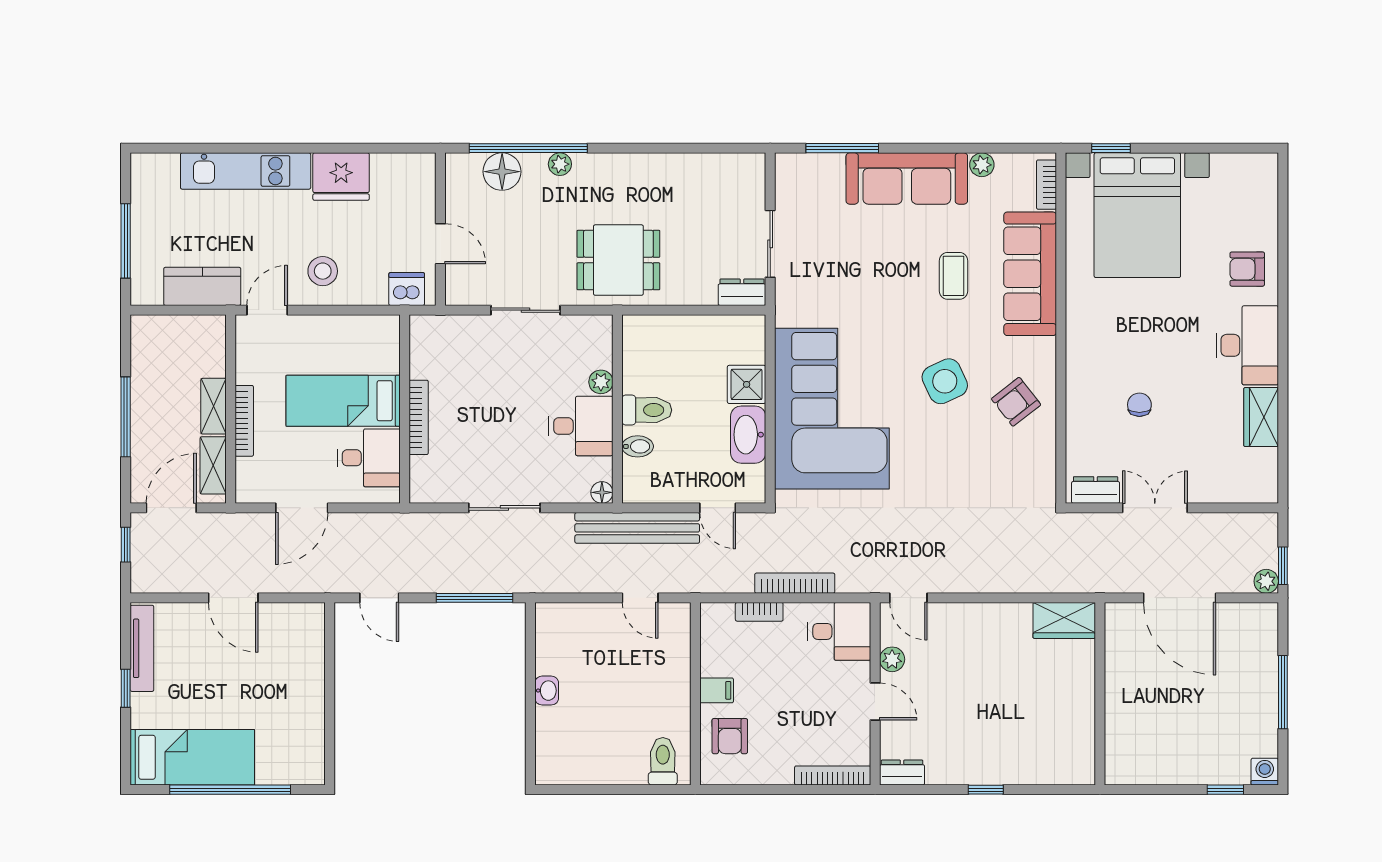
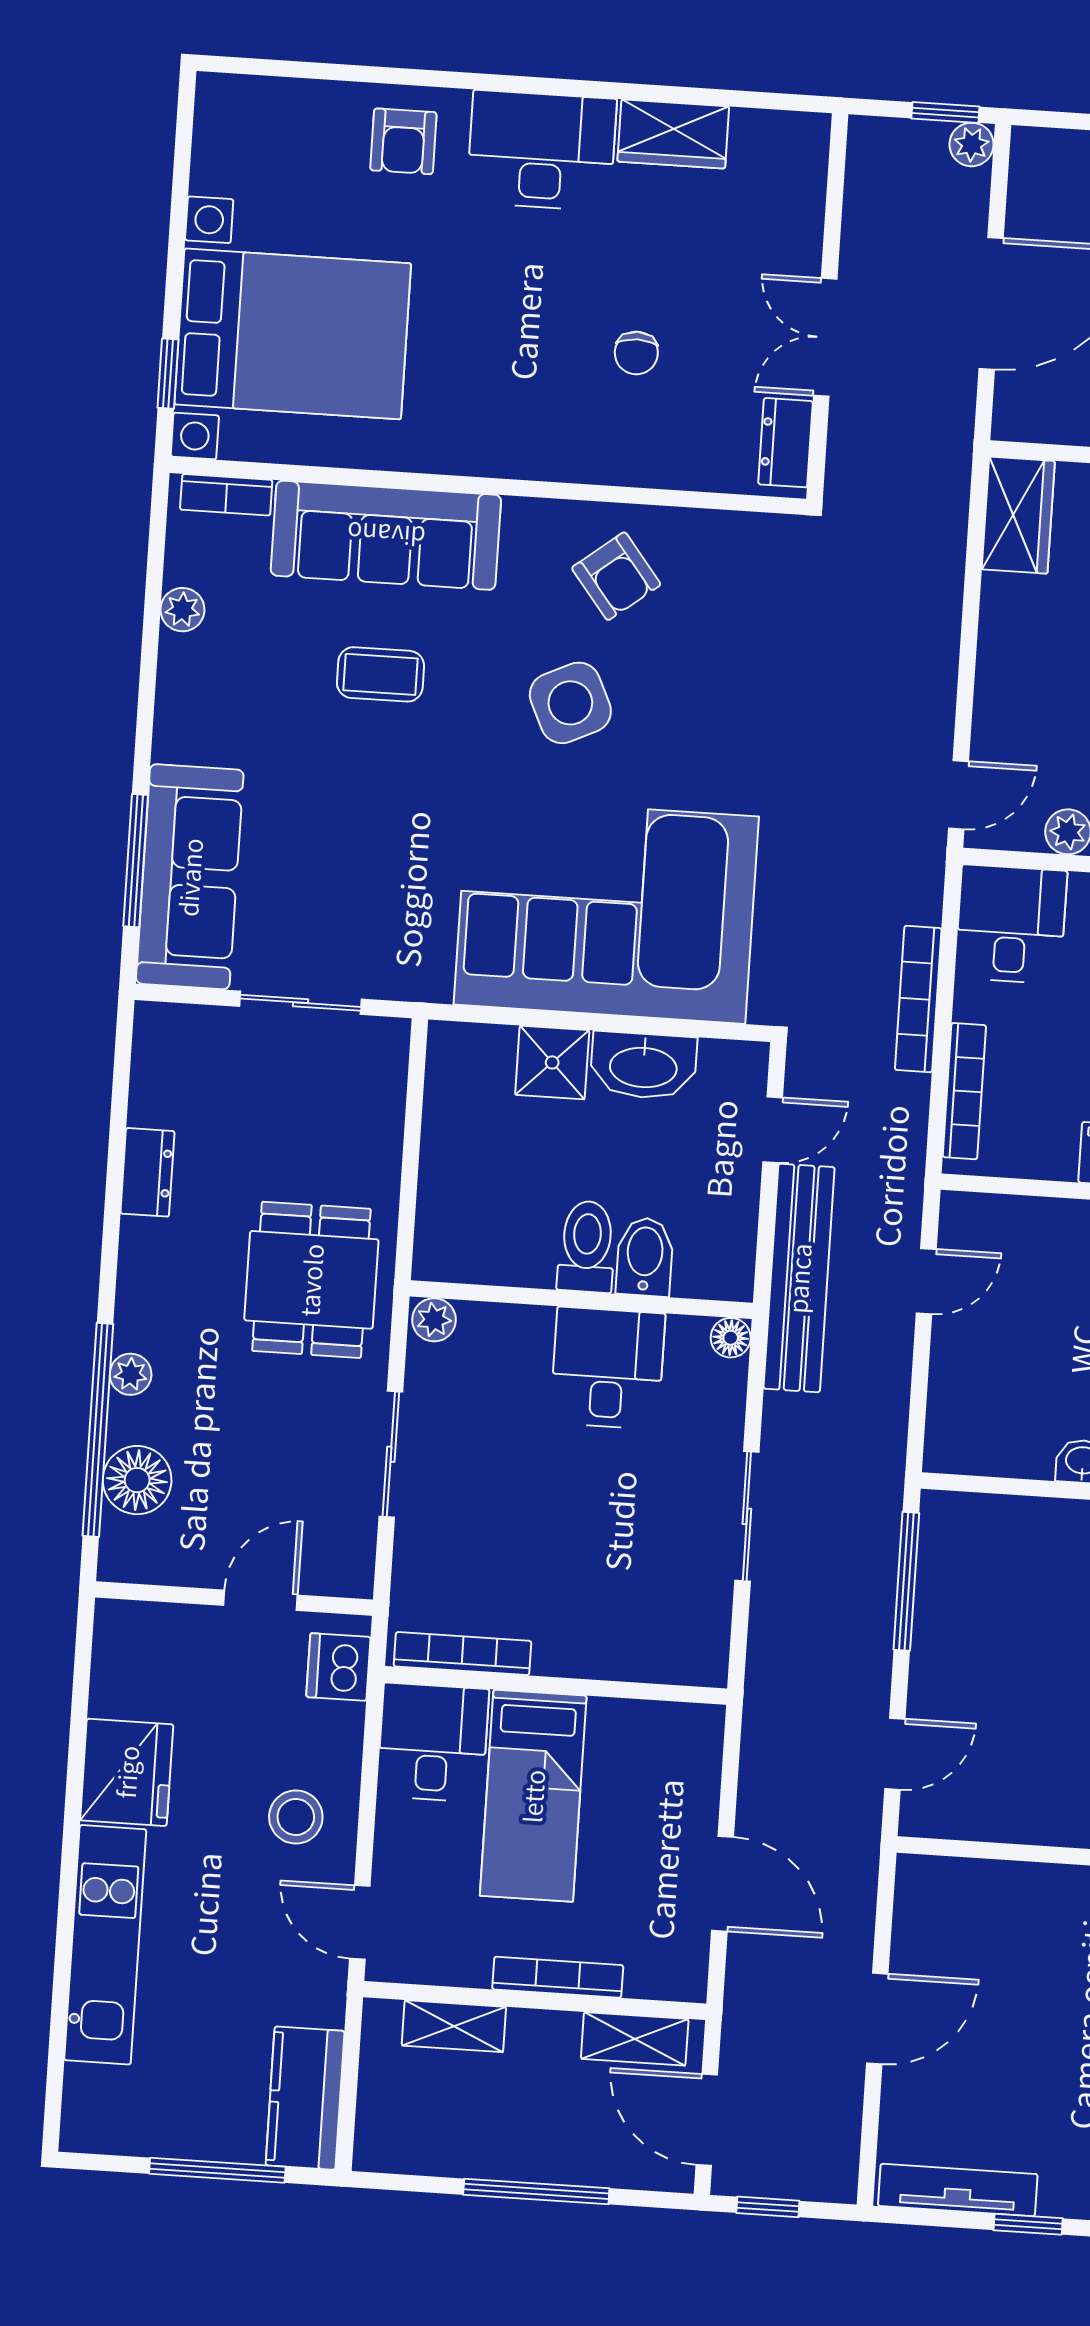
sofa: (907, 178) -> (190, 877), moved
kitchen counter: (202, 286) -> (305, 2098), moved
dresser: (742, 292) -> (147, 1172), moved, turned 180
plant: (601, 382) -> (434, 1320), moved
chair: (1139, 405) -> (636, 353), turned -90
shelving: (214, 406) -> (454, 2026), moved
bookcase: (419, 417) -> (462, 1654), moved
bidet: (638, 446) -> (645, 1257), width x1.38, depth x1.36
desk: (369, 458) -> (433, 1742), moved
bookcase: (759, 612) -> (964, 1091), width x1.56

